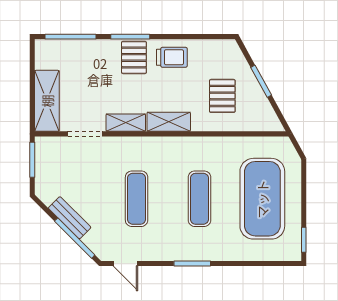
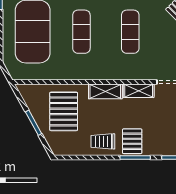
pallet: (222, 96) -> (64, 111), width x1.50, depth x1.42

